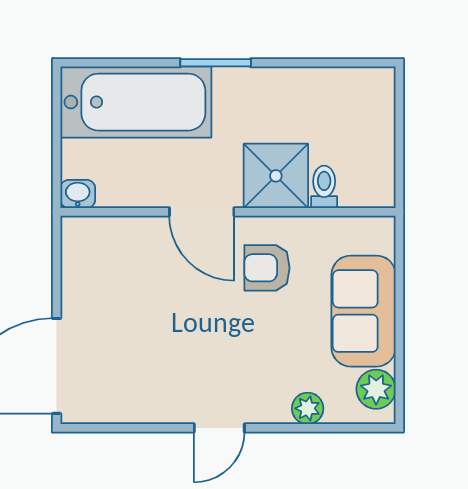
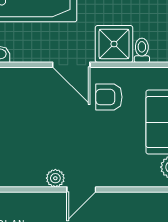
plant: (308, 408) -> (55, 178), moved

